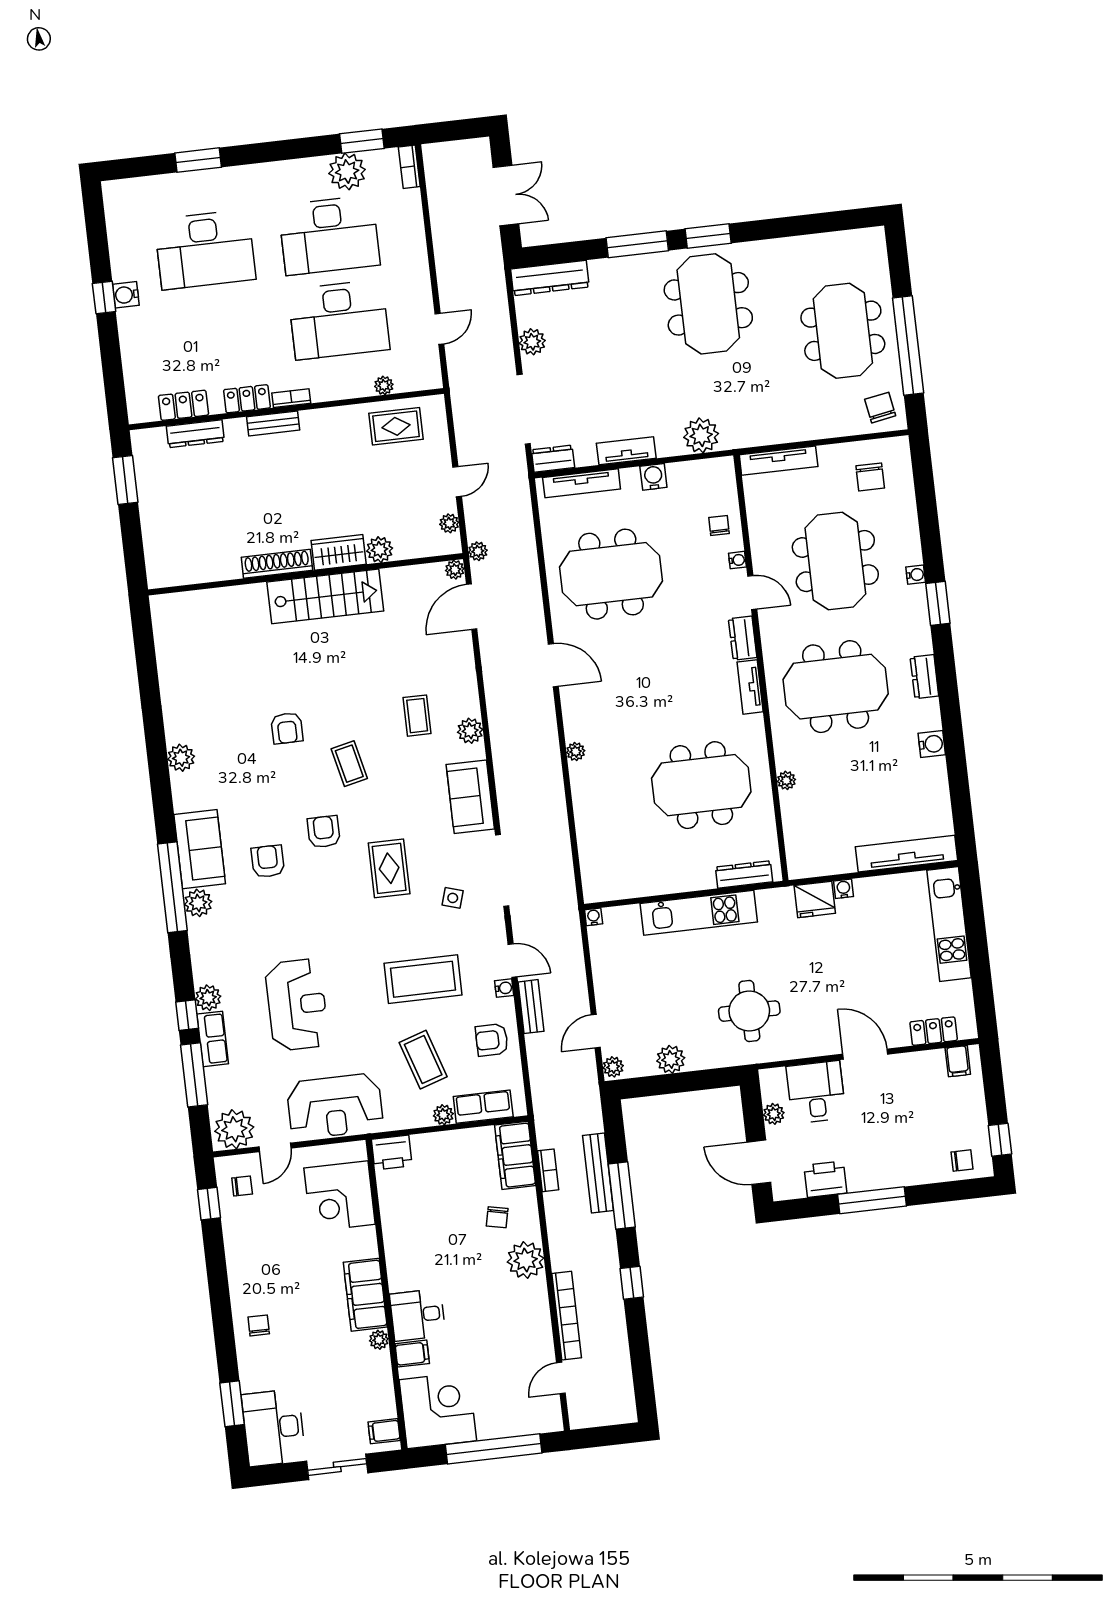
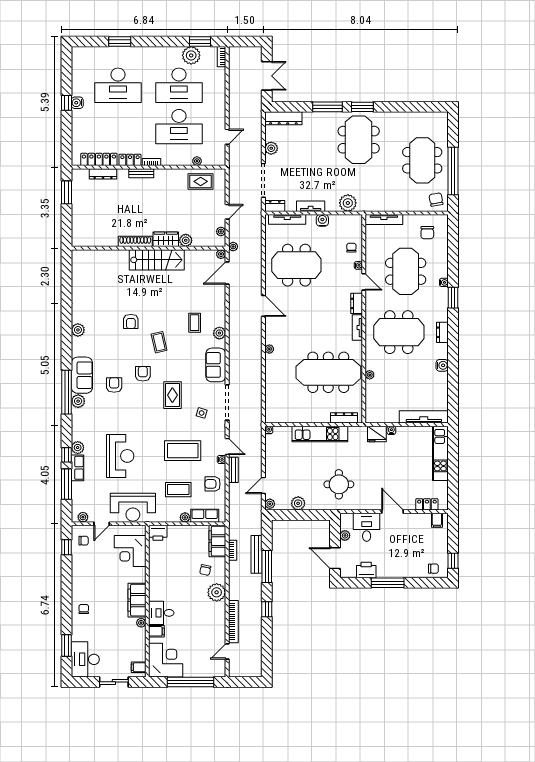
locker: (183, 405) -> (99, 159), width x1.53
meeting table: (701, 785) -> (328, 372), width x1.36
coffee table: (423, 1060) -> (178, 490), turned -72
plant: (234, 1129) -> (83, 517), width x0.53, depth x0.53

